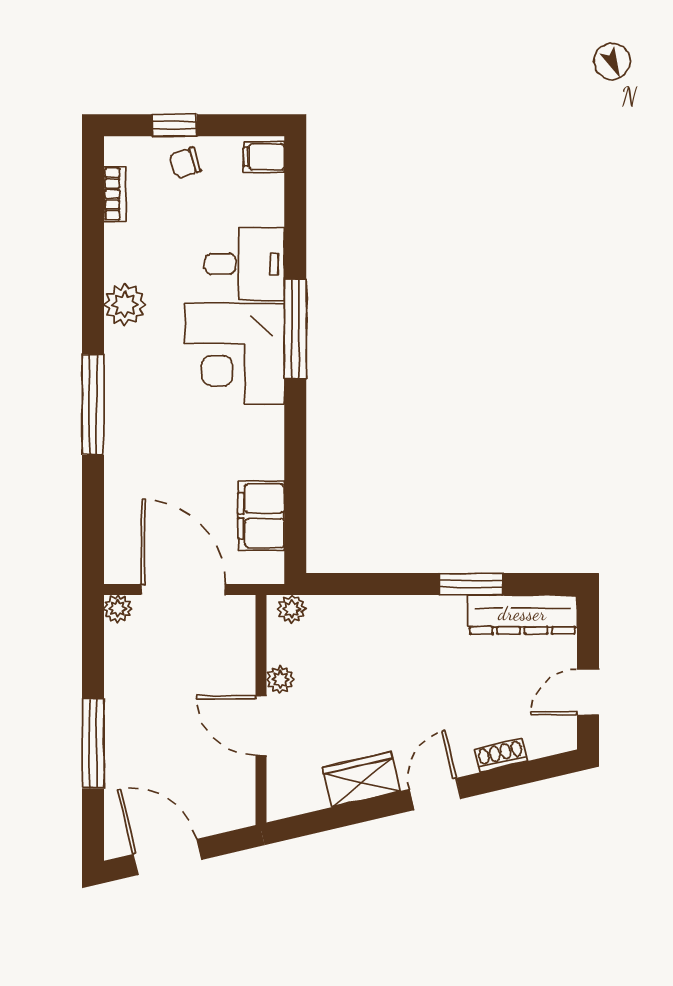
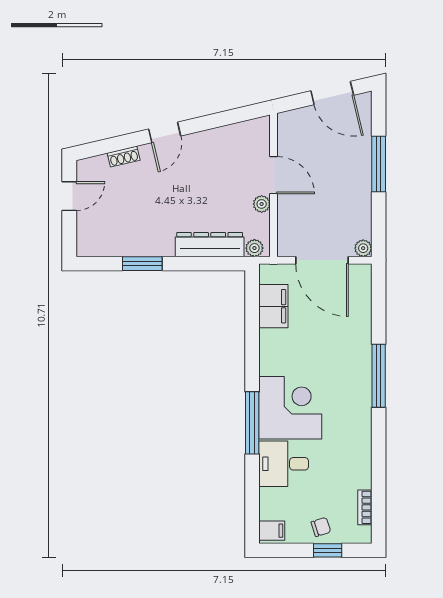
plant: (125, 305) -> (359, 438), removed
dresser: (522, 614) -> (210, 245), moved
wardrobe: (361, 779) -> (211, 141), removed

